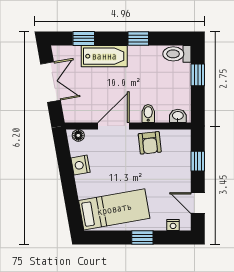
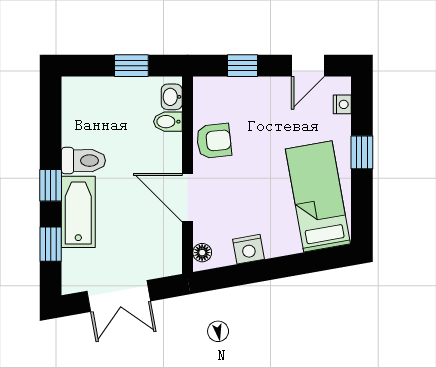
window: (138, 38) -> (51, 185), moved
toilet: (177, 54) -> (83, 161), moved, turned -90
window: (198, 75) -> (131, 66), moved
double door: (50, 82) -> (119, 296), swing flipped
bidet: (148, 113) -> (168, 122), moved

